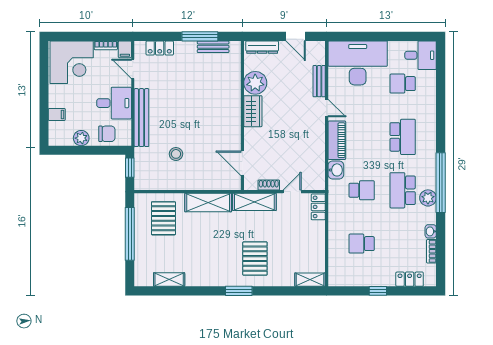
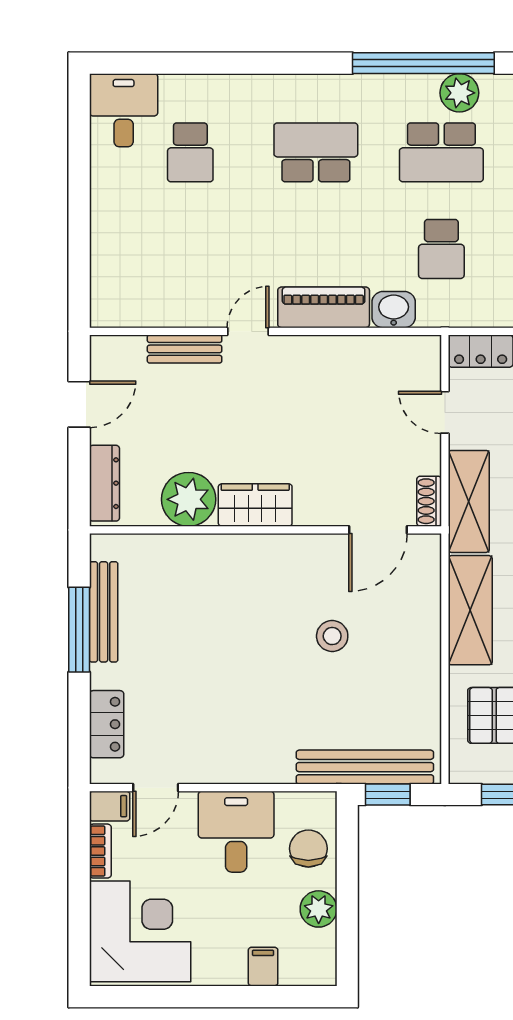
bench: (213, 47) -> (104, 612), width x1.36
desk: (358, 63) -> (142, 258), removed
bench: (141, 118) -> (365, 767), moved
stool: (176, 154) -> (332, 636), moved
shoe rack: (269, 185) -> (429, 501), moved
school desk: (362, 190) -> (441, 249), turned 180

